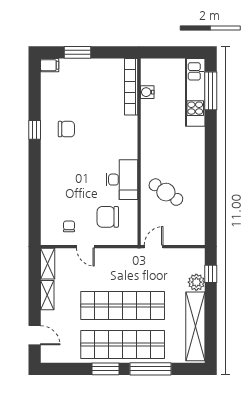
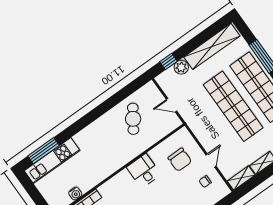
desk: (122, 180) -> (144, 171), width x0.73
cafe table: (166, 192) -> (133, 119), moved
door: (154, 247) -> (172, 105), moved

